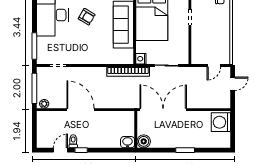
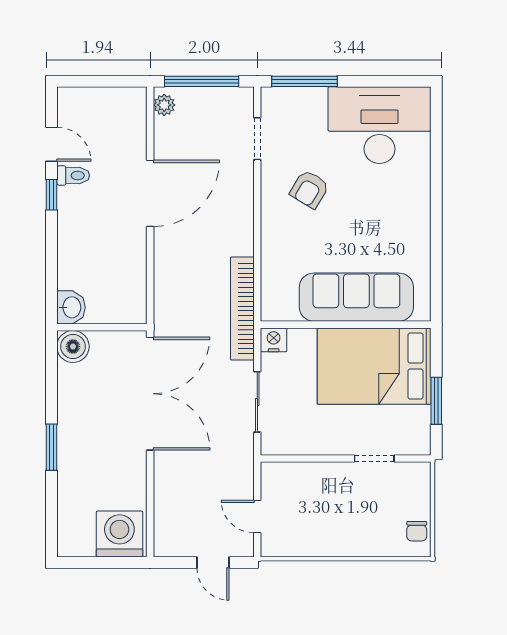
armchair: (87, 17) -> (309, 189), moved

